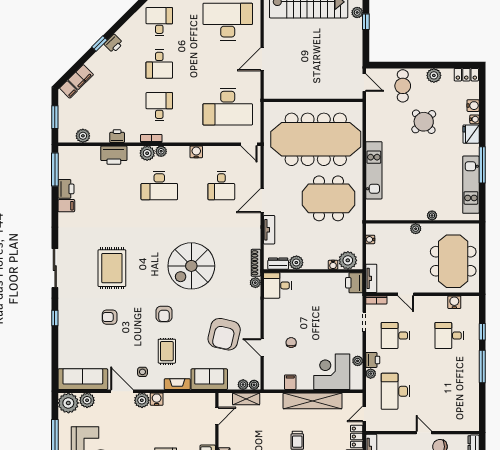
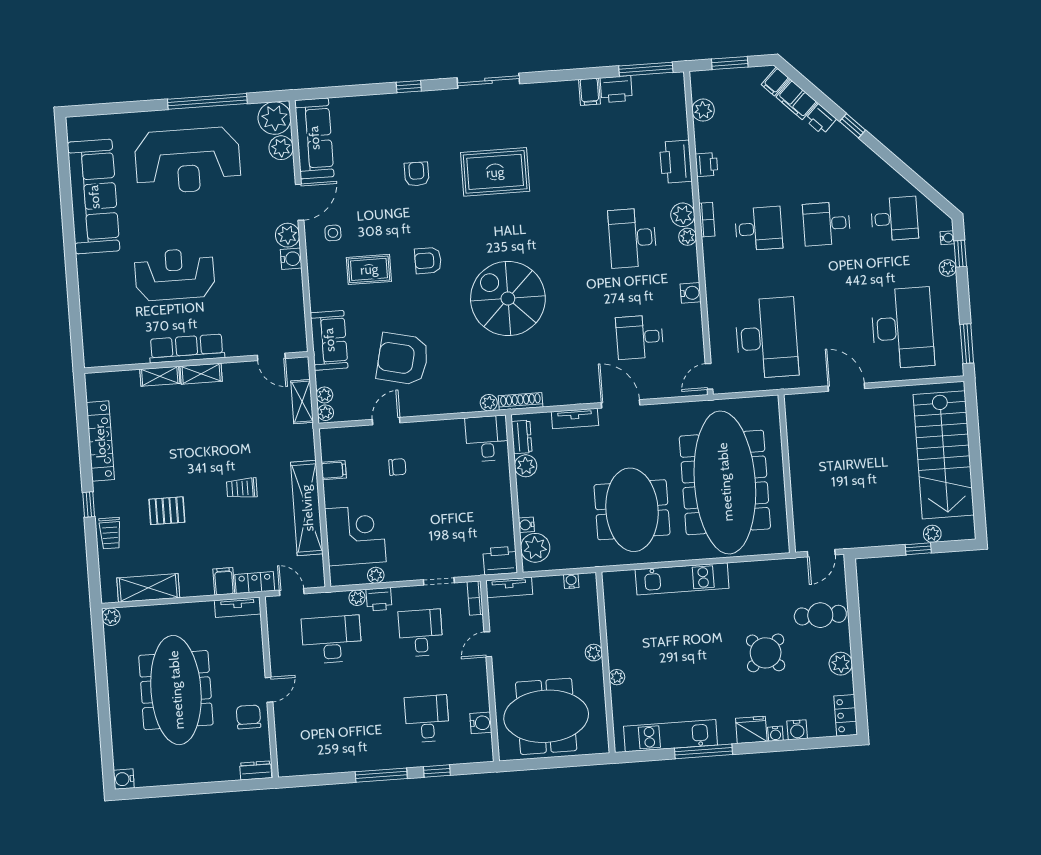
printer: (114, 44) -> (821, 119), moved
desk: (228, 107) -> (767, 338), turned 180
fireplace: (177, 384) -> (317, 290), removed

